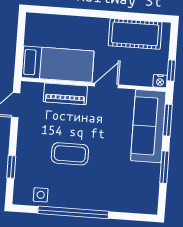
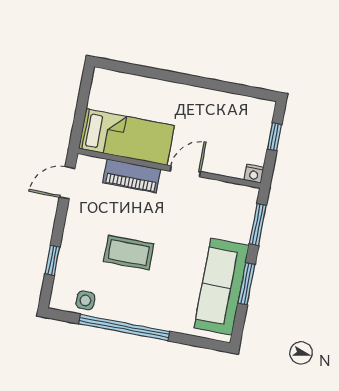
cot: (135, 34) -> (229, 110), removed
window: (171, 71) -> (275, 137), moved
sofa: (148, 126) -> (221, 287), moved

